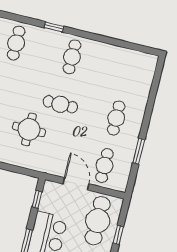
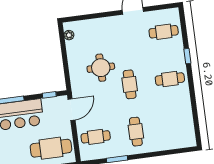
cafe table: (116, 118) -> (136, 132), turned 90
door: (76, 184) -> (71, 110), moved

